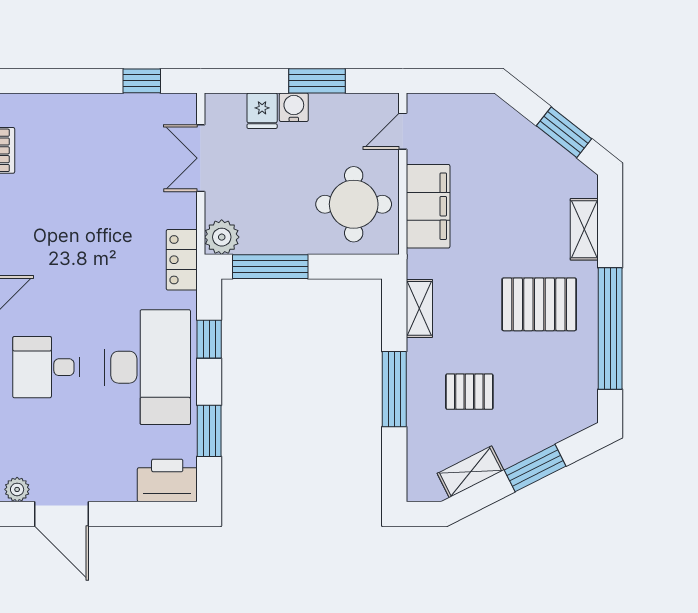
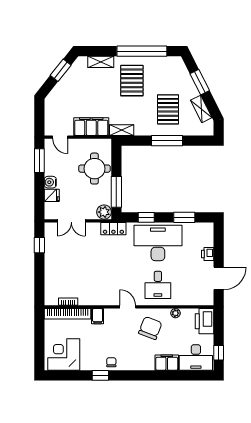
window: (317, 81) -> (39, 161), moved
round table: (354, 204) -> (94, 169), moved
shelving: (419, 308) -> (122, 130), moved
pallet: (469, 392) -> (168, 109), width x1.50, depth x1.42
printer: (167, 480) -> (208, 254), moved, width x0.53, depth x0.68
plant: (17, 489) -> (209, 297), removed

